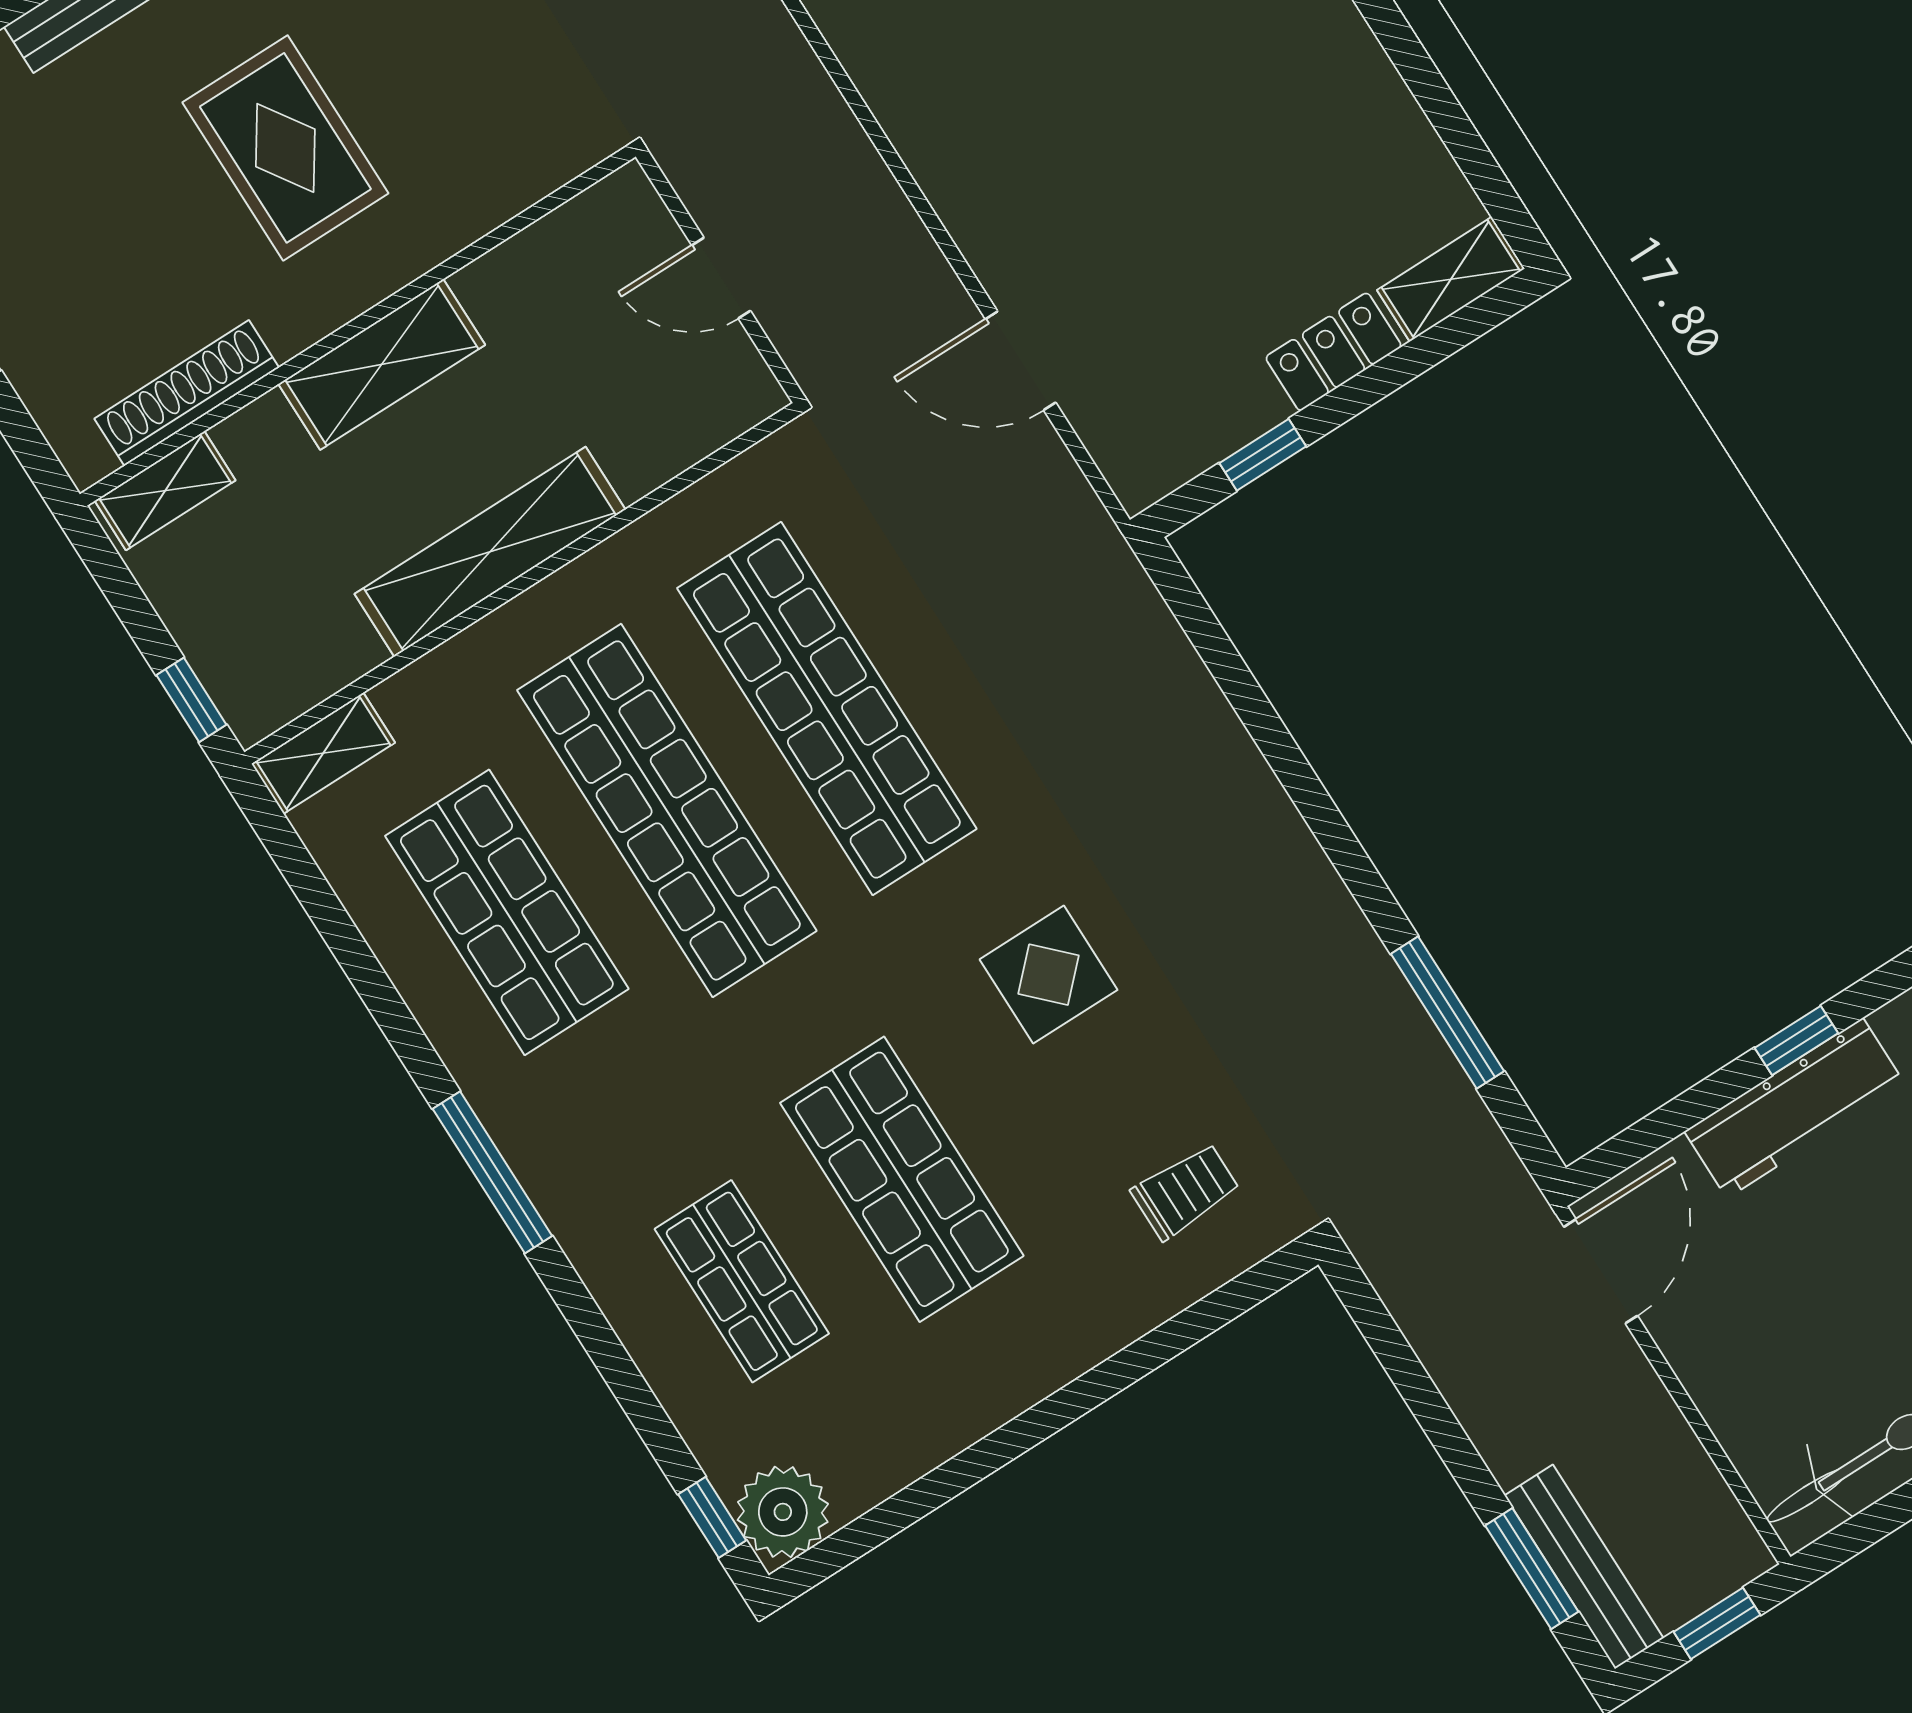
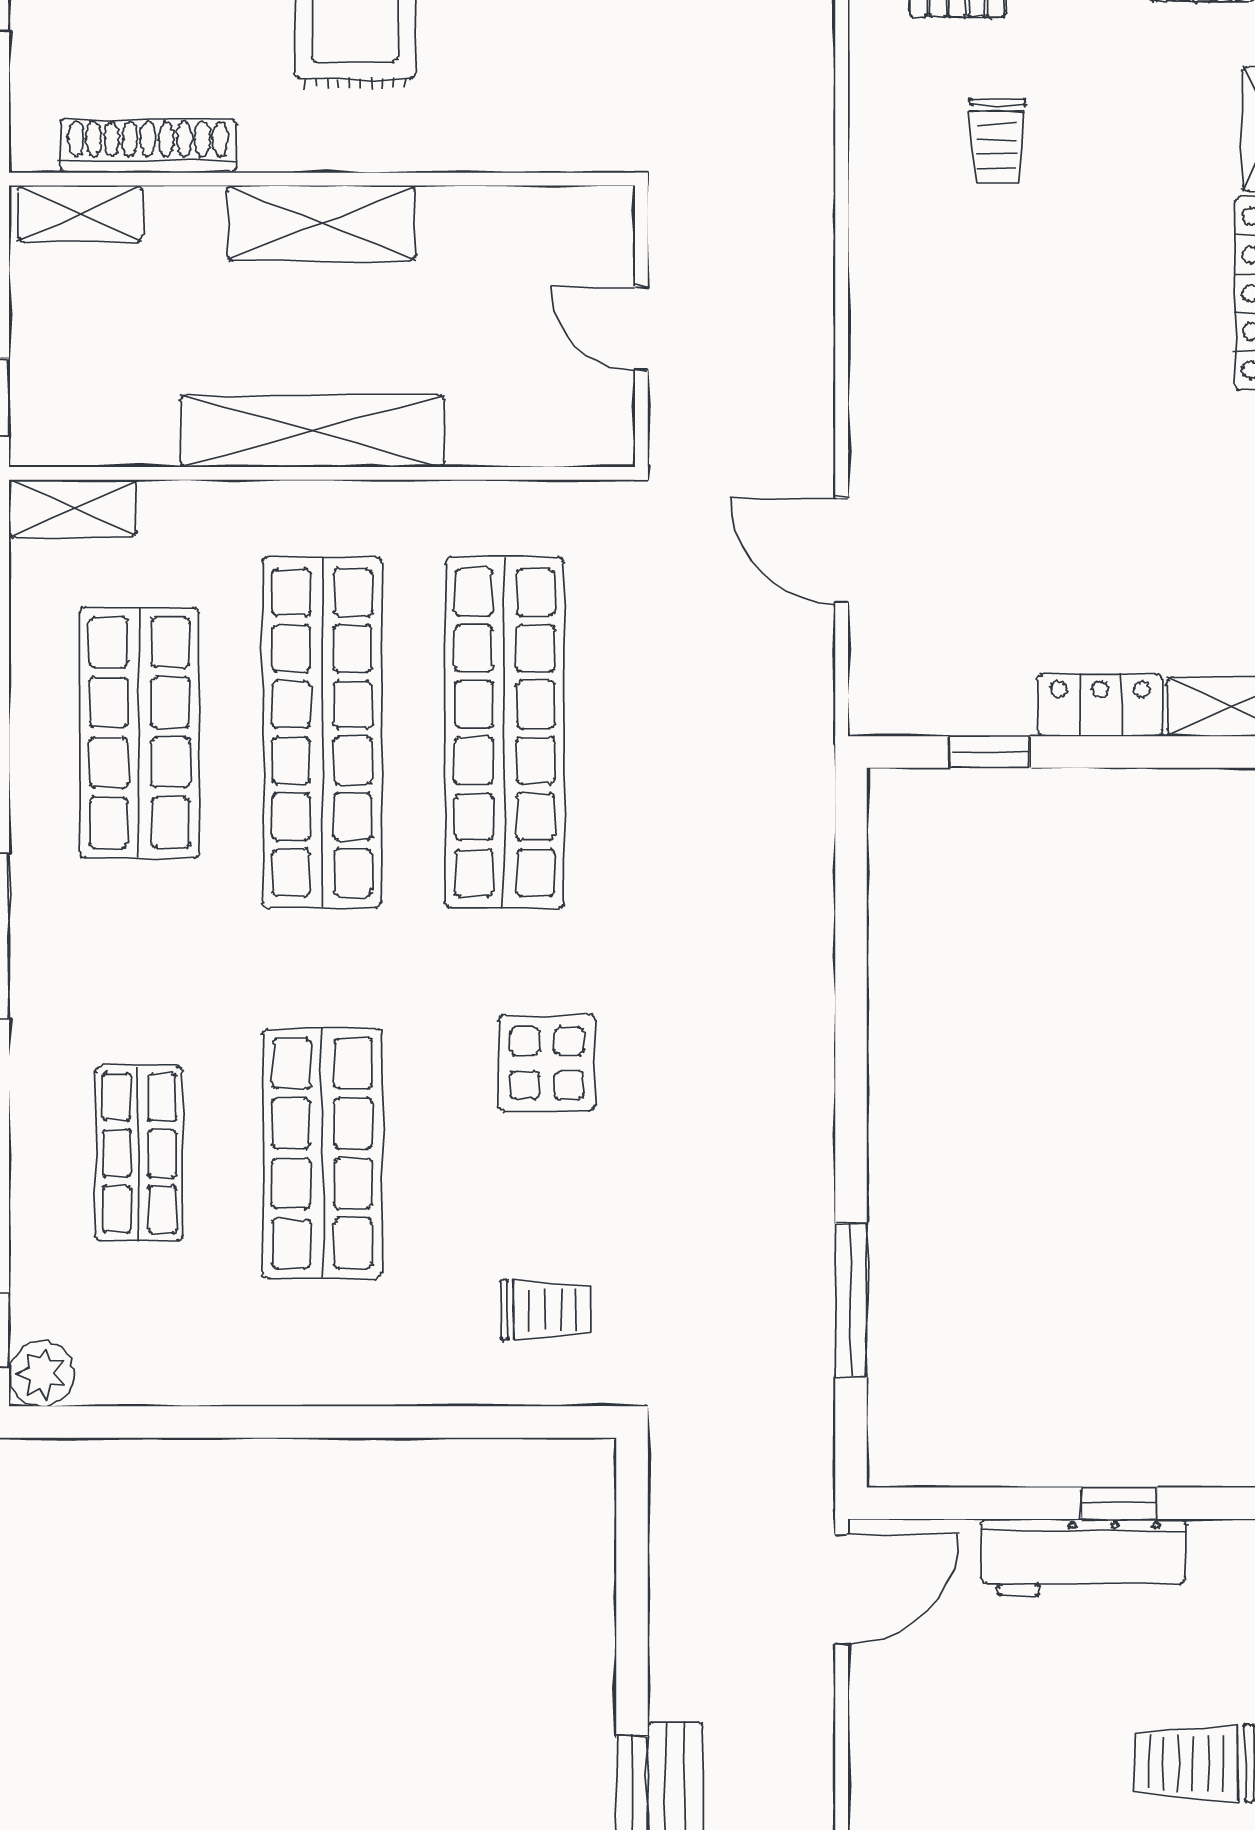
plant: (783, 1512) -> (42, 1374), width x0.73, depth x0.73

